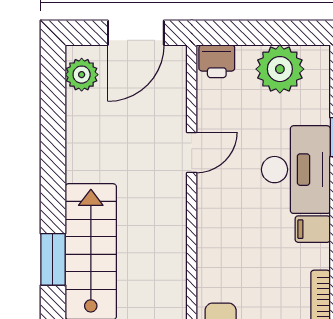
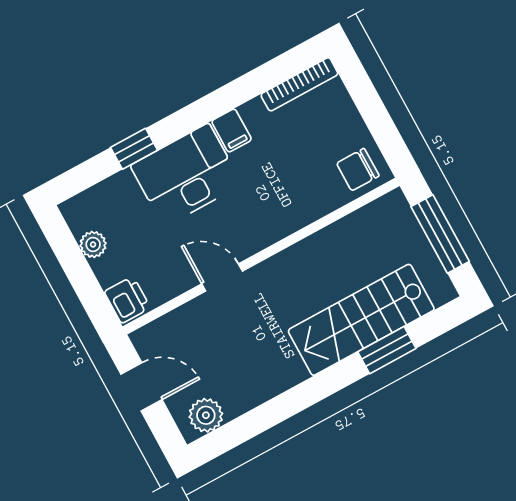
door: (136, 33) -> (141, 387), width x0.73
plant: (280, 69) -> (93, 244), width x0.53, depth x0.53

